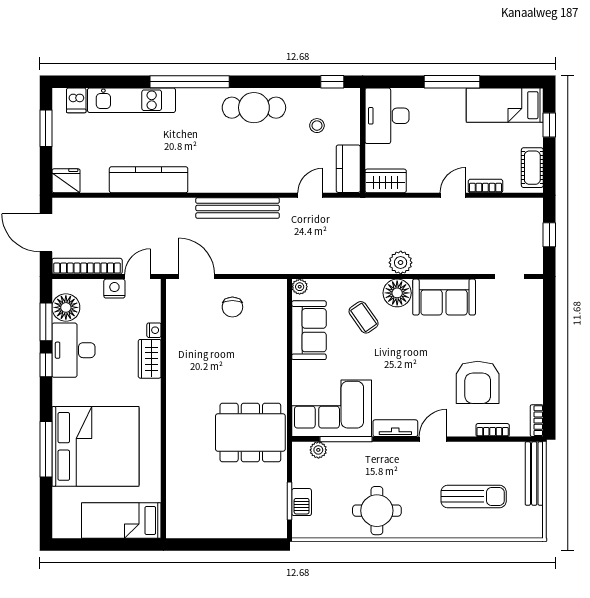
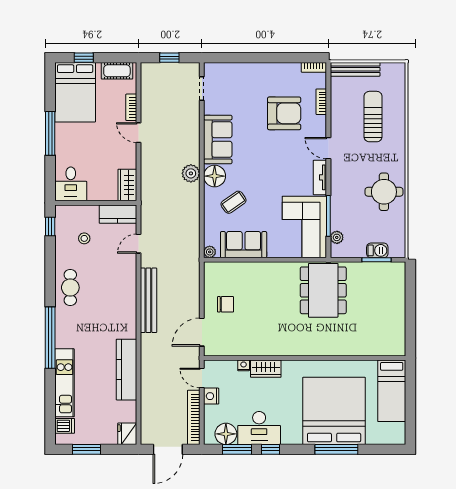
bed: (505, 105) -> (75, 92), width x1.50
cafe table: (254, 108) -> (70, 288), width x0.73, depth x0.74
desk: (387, 116) -> (71, 184), width x0.73
door: (310, 195) -> (138, 244), hinge flipped

